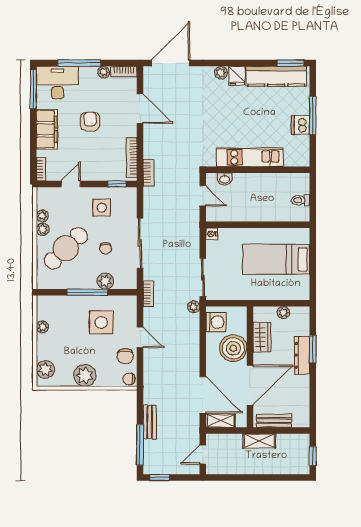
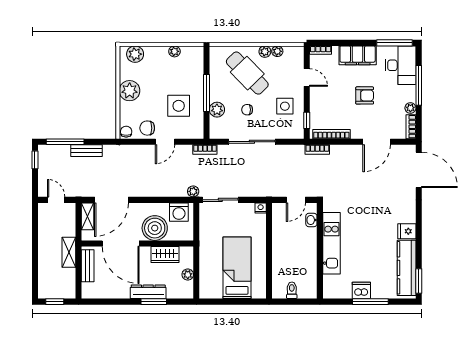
plant: (221, 73) -> (410, 217), removed

